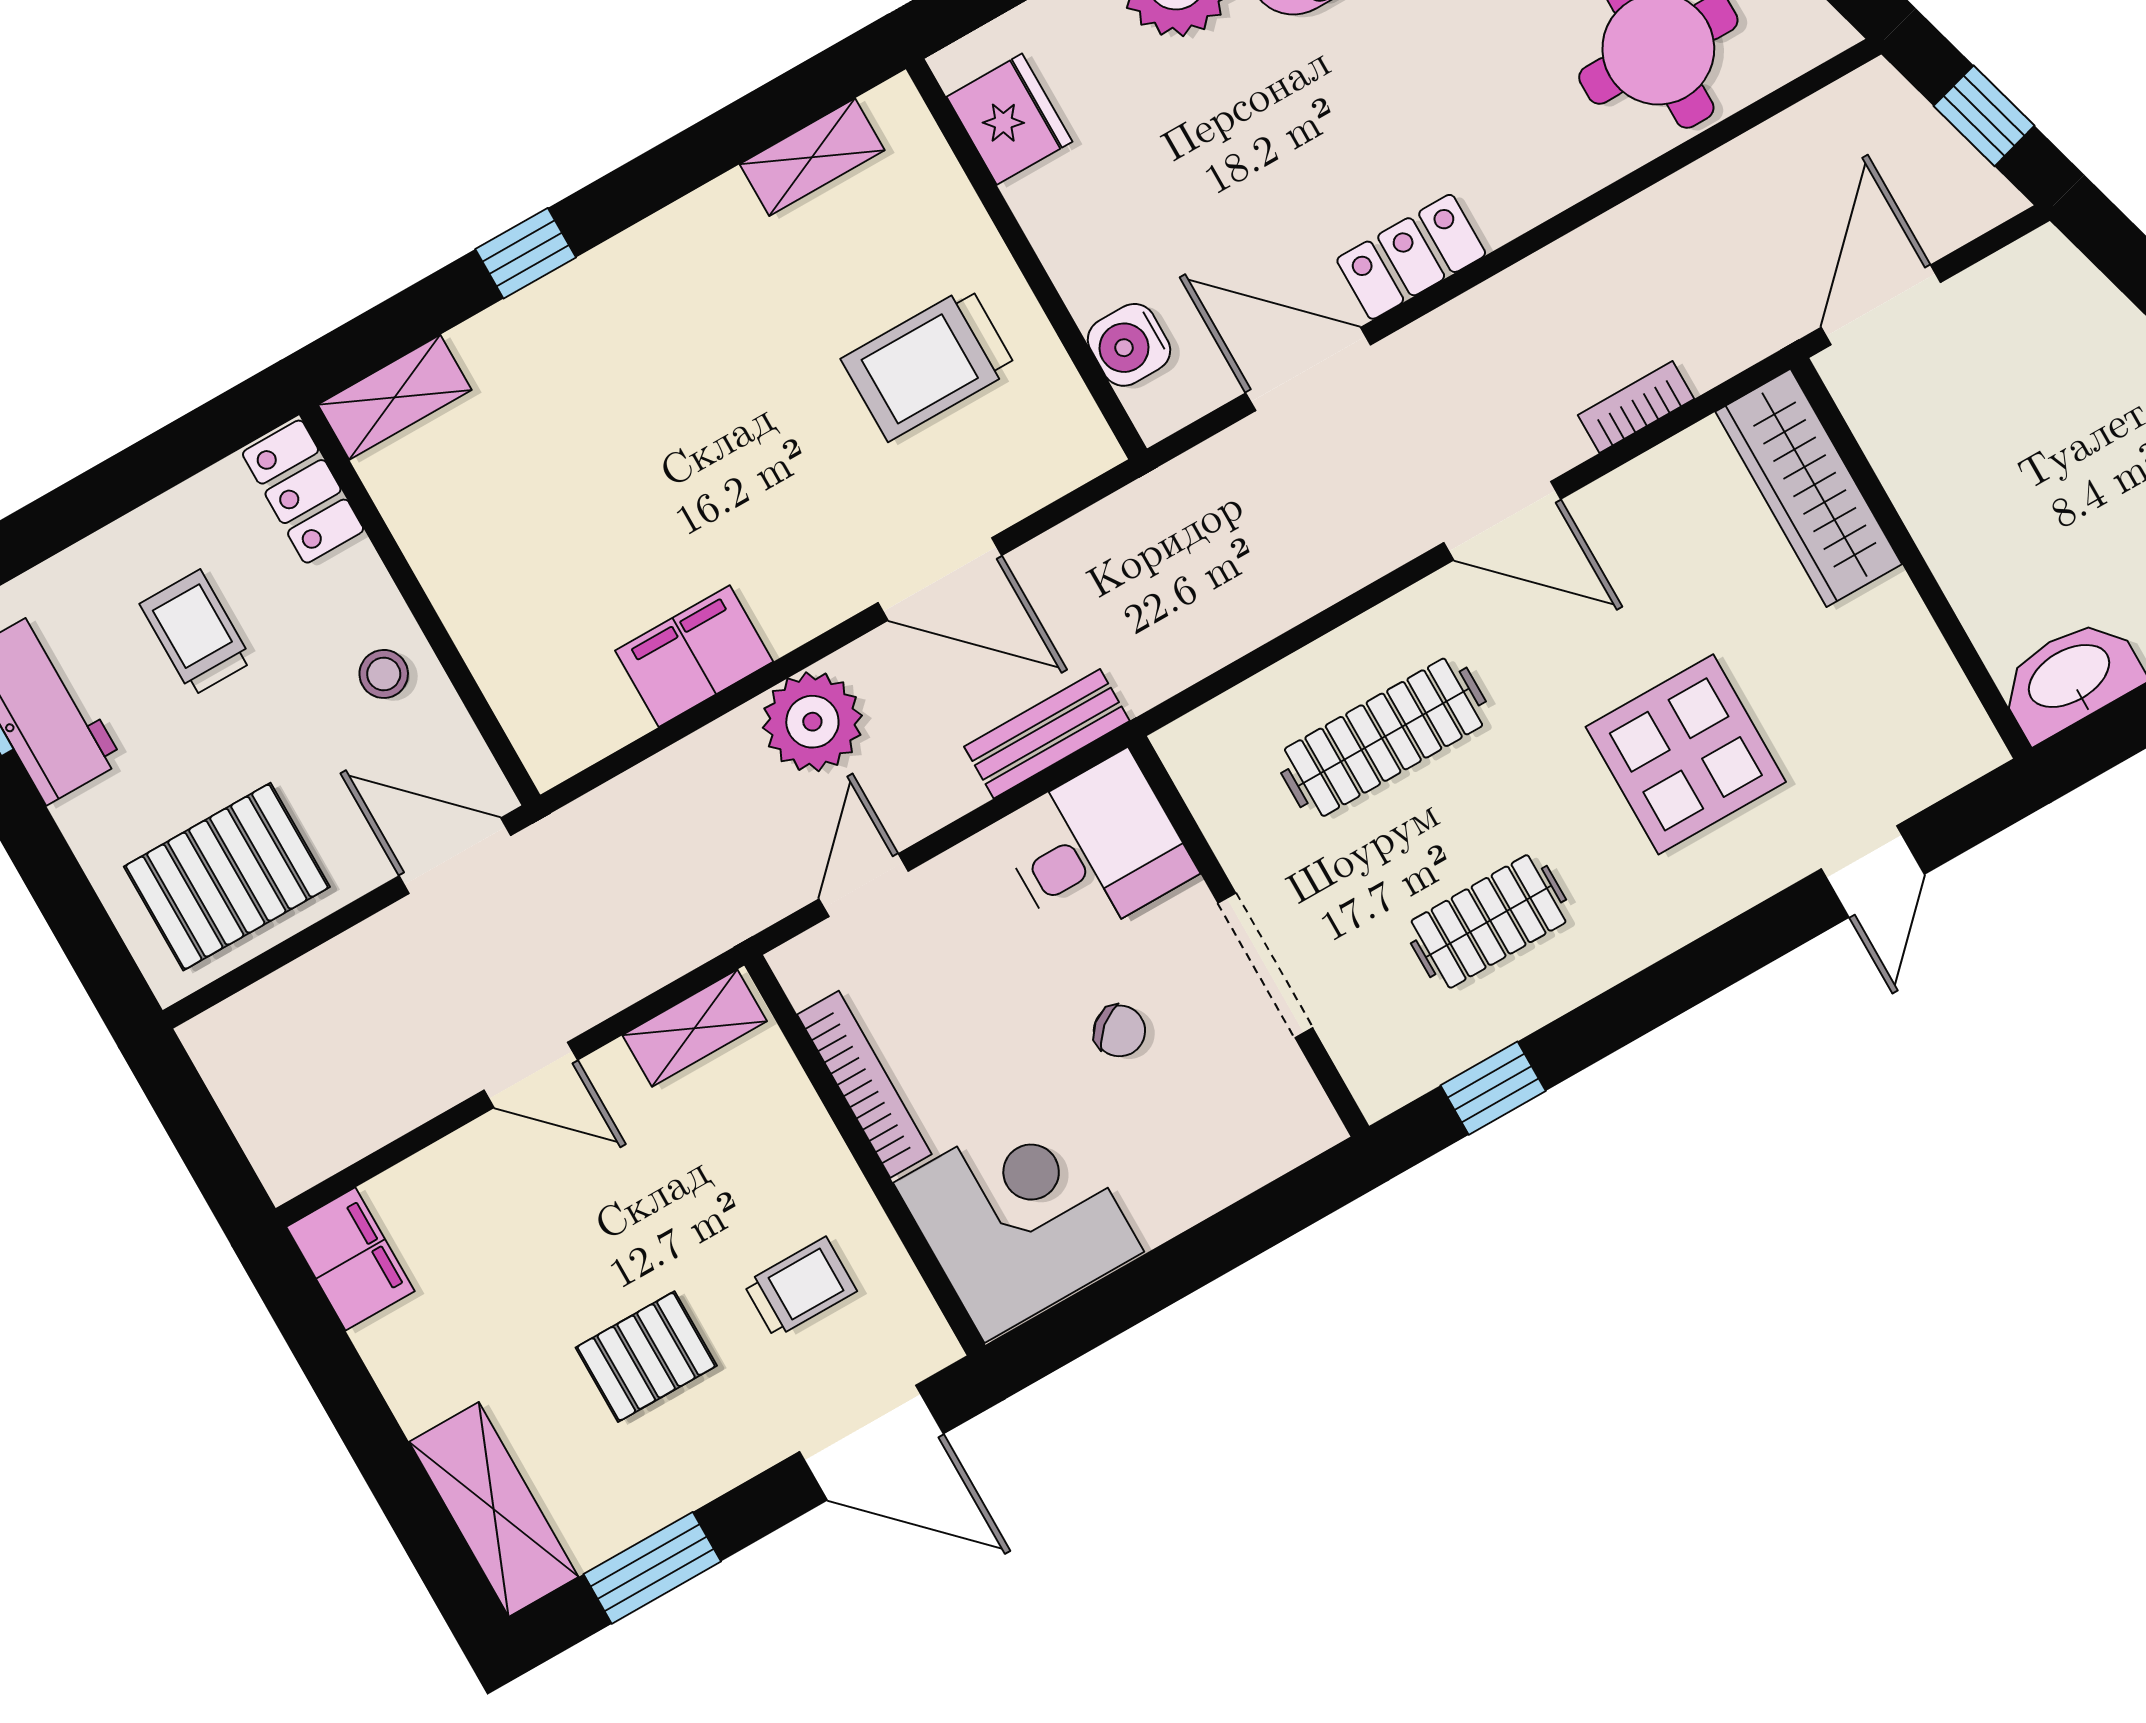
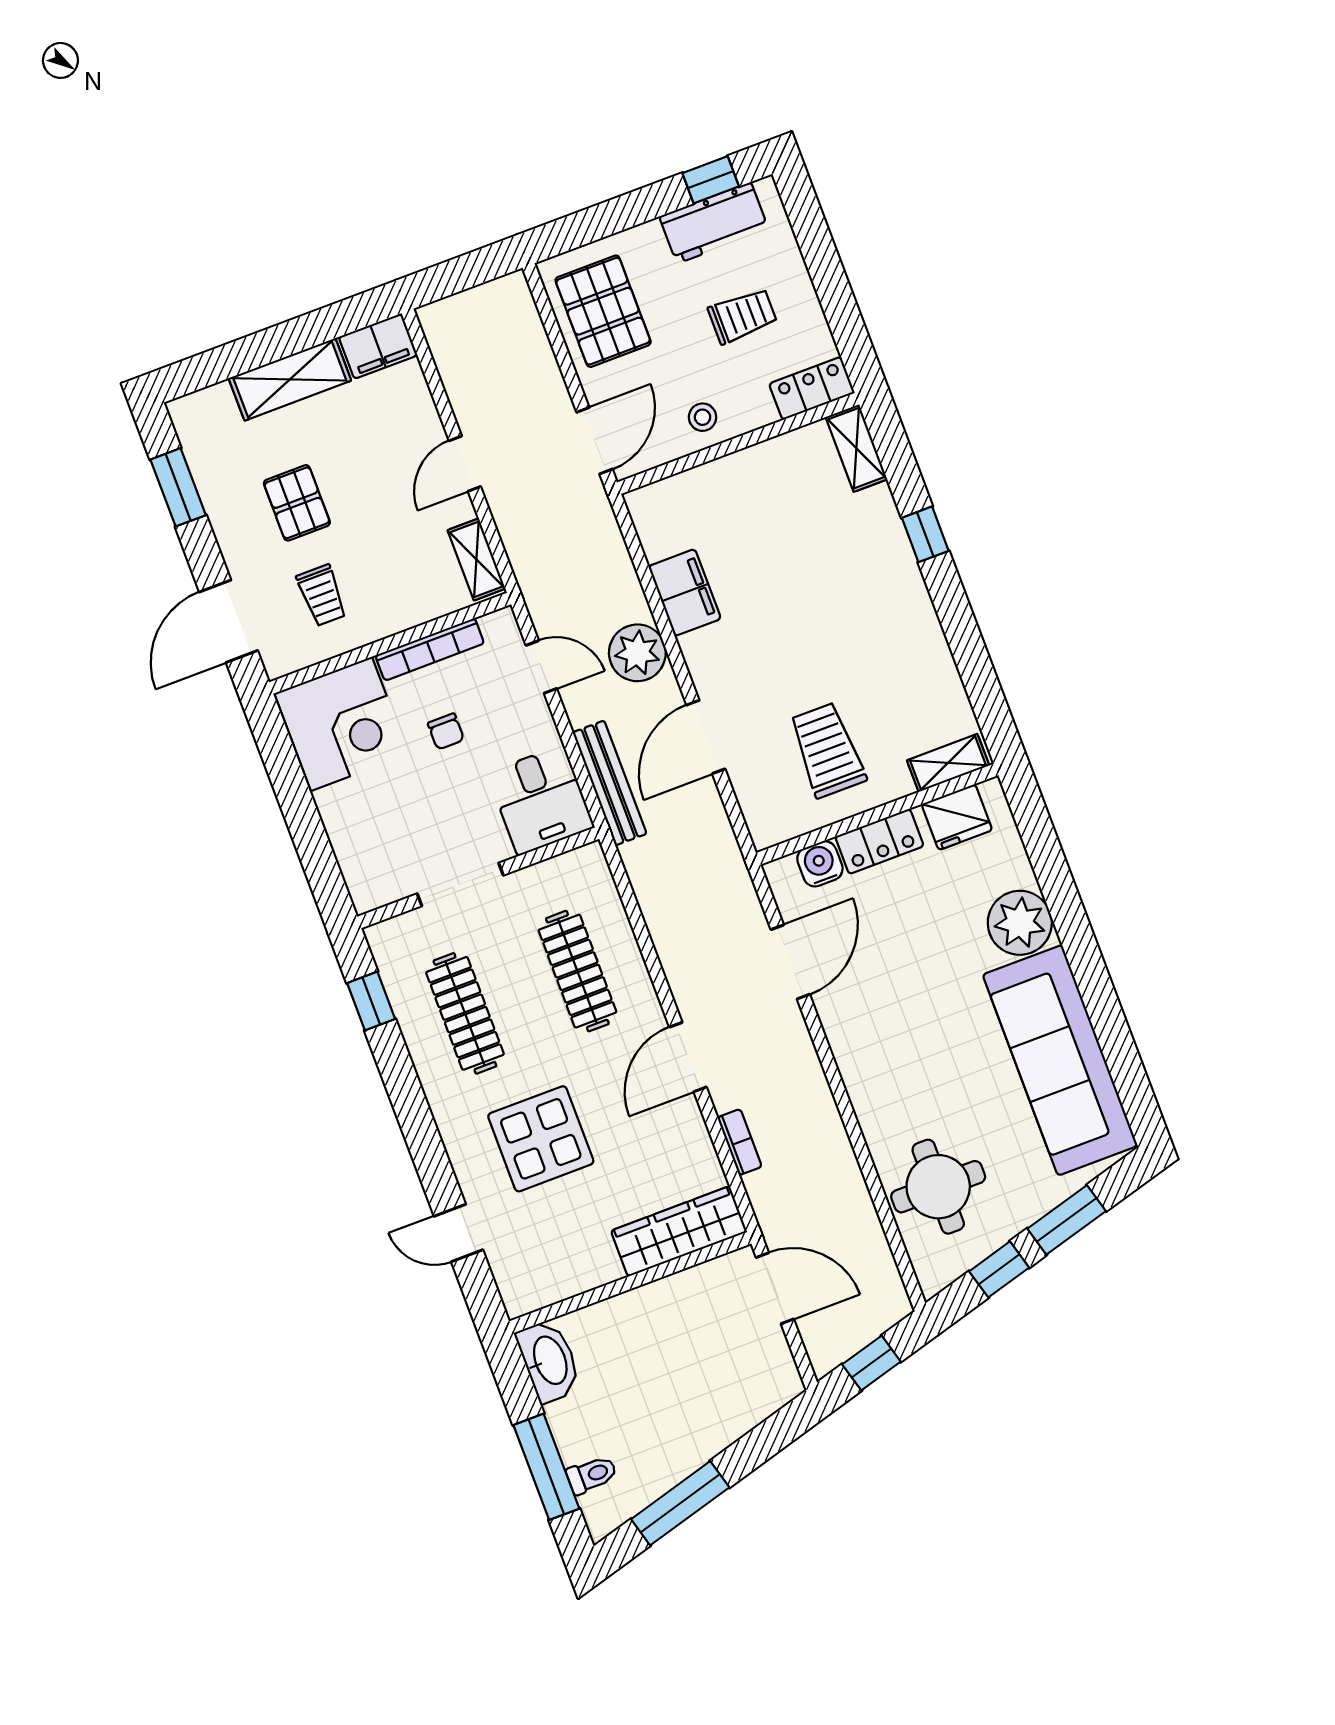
shelving: (812, 157) -> (948, 763), moved, turned 90
locker: (1411, 257) -> (879, 841), moved, turned 90
bench: (1047, 734) -> (610, 783), width x1.36
clothes rail: (1489, 921) -> (465, 1013), width x1.36
chair: (1119, 1031) -> (446, 731), moved, turned -50
shelving: (494, 1509) -> (290, 379), moved

